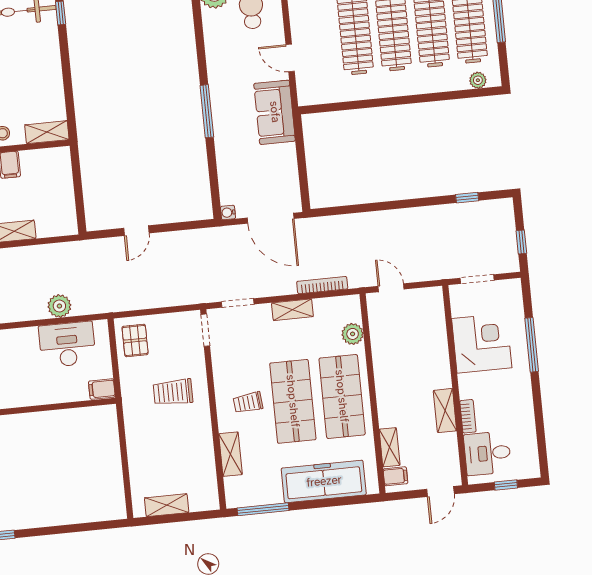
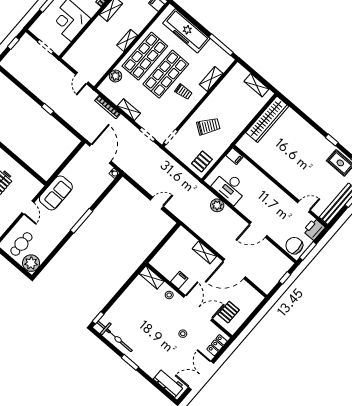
window: (467, 198) -> (48, 109), moved
trolley: (173, 392) -> (208, 126), turned -55
shelving: (390, 447) -> (127, 40), moved
wardrobe: (109, 477) -> (267, 119), added

